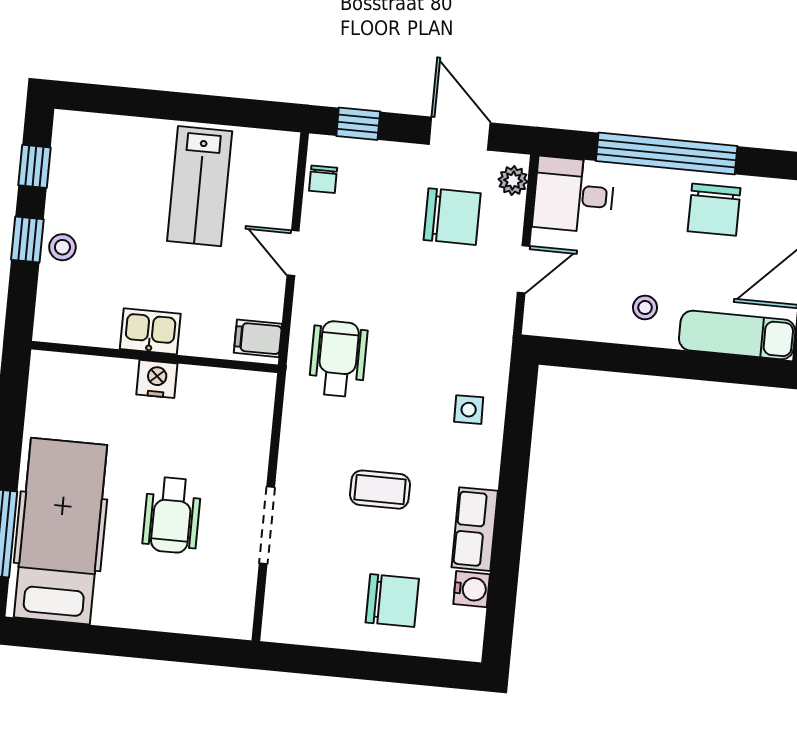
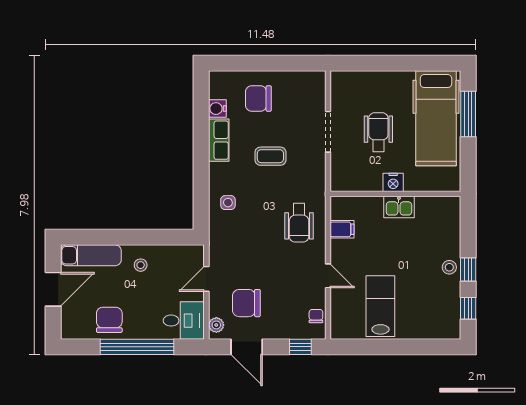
kitchen sink: (150, 331) -> (399, 207), moved
wall: (155, 357) -> (395, 194), moved
nightstand: (157, 379) -> (393, 182), moved

